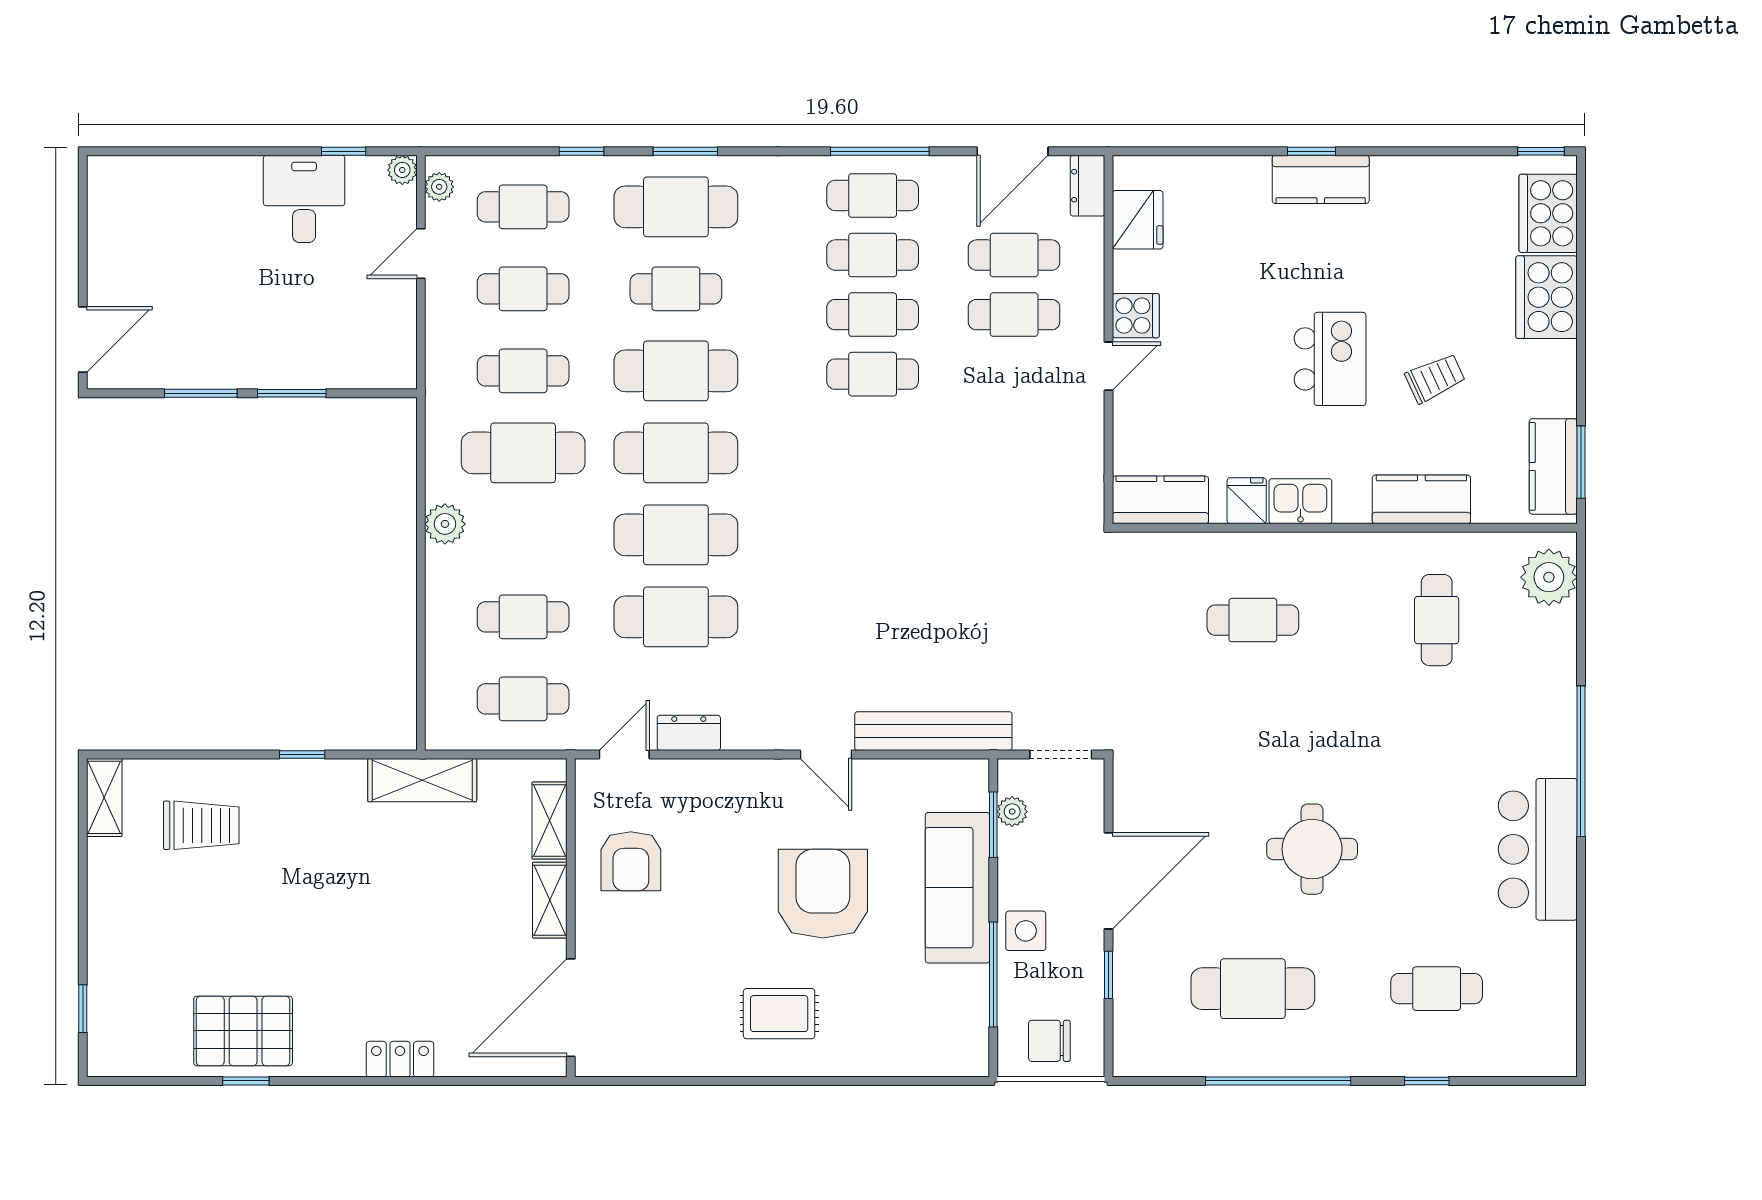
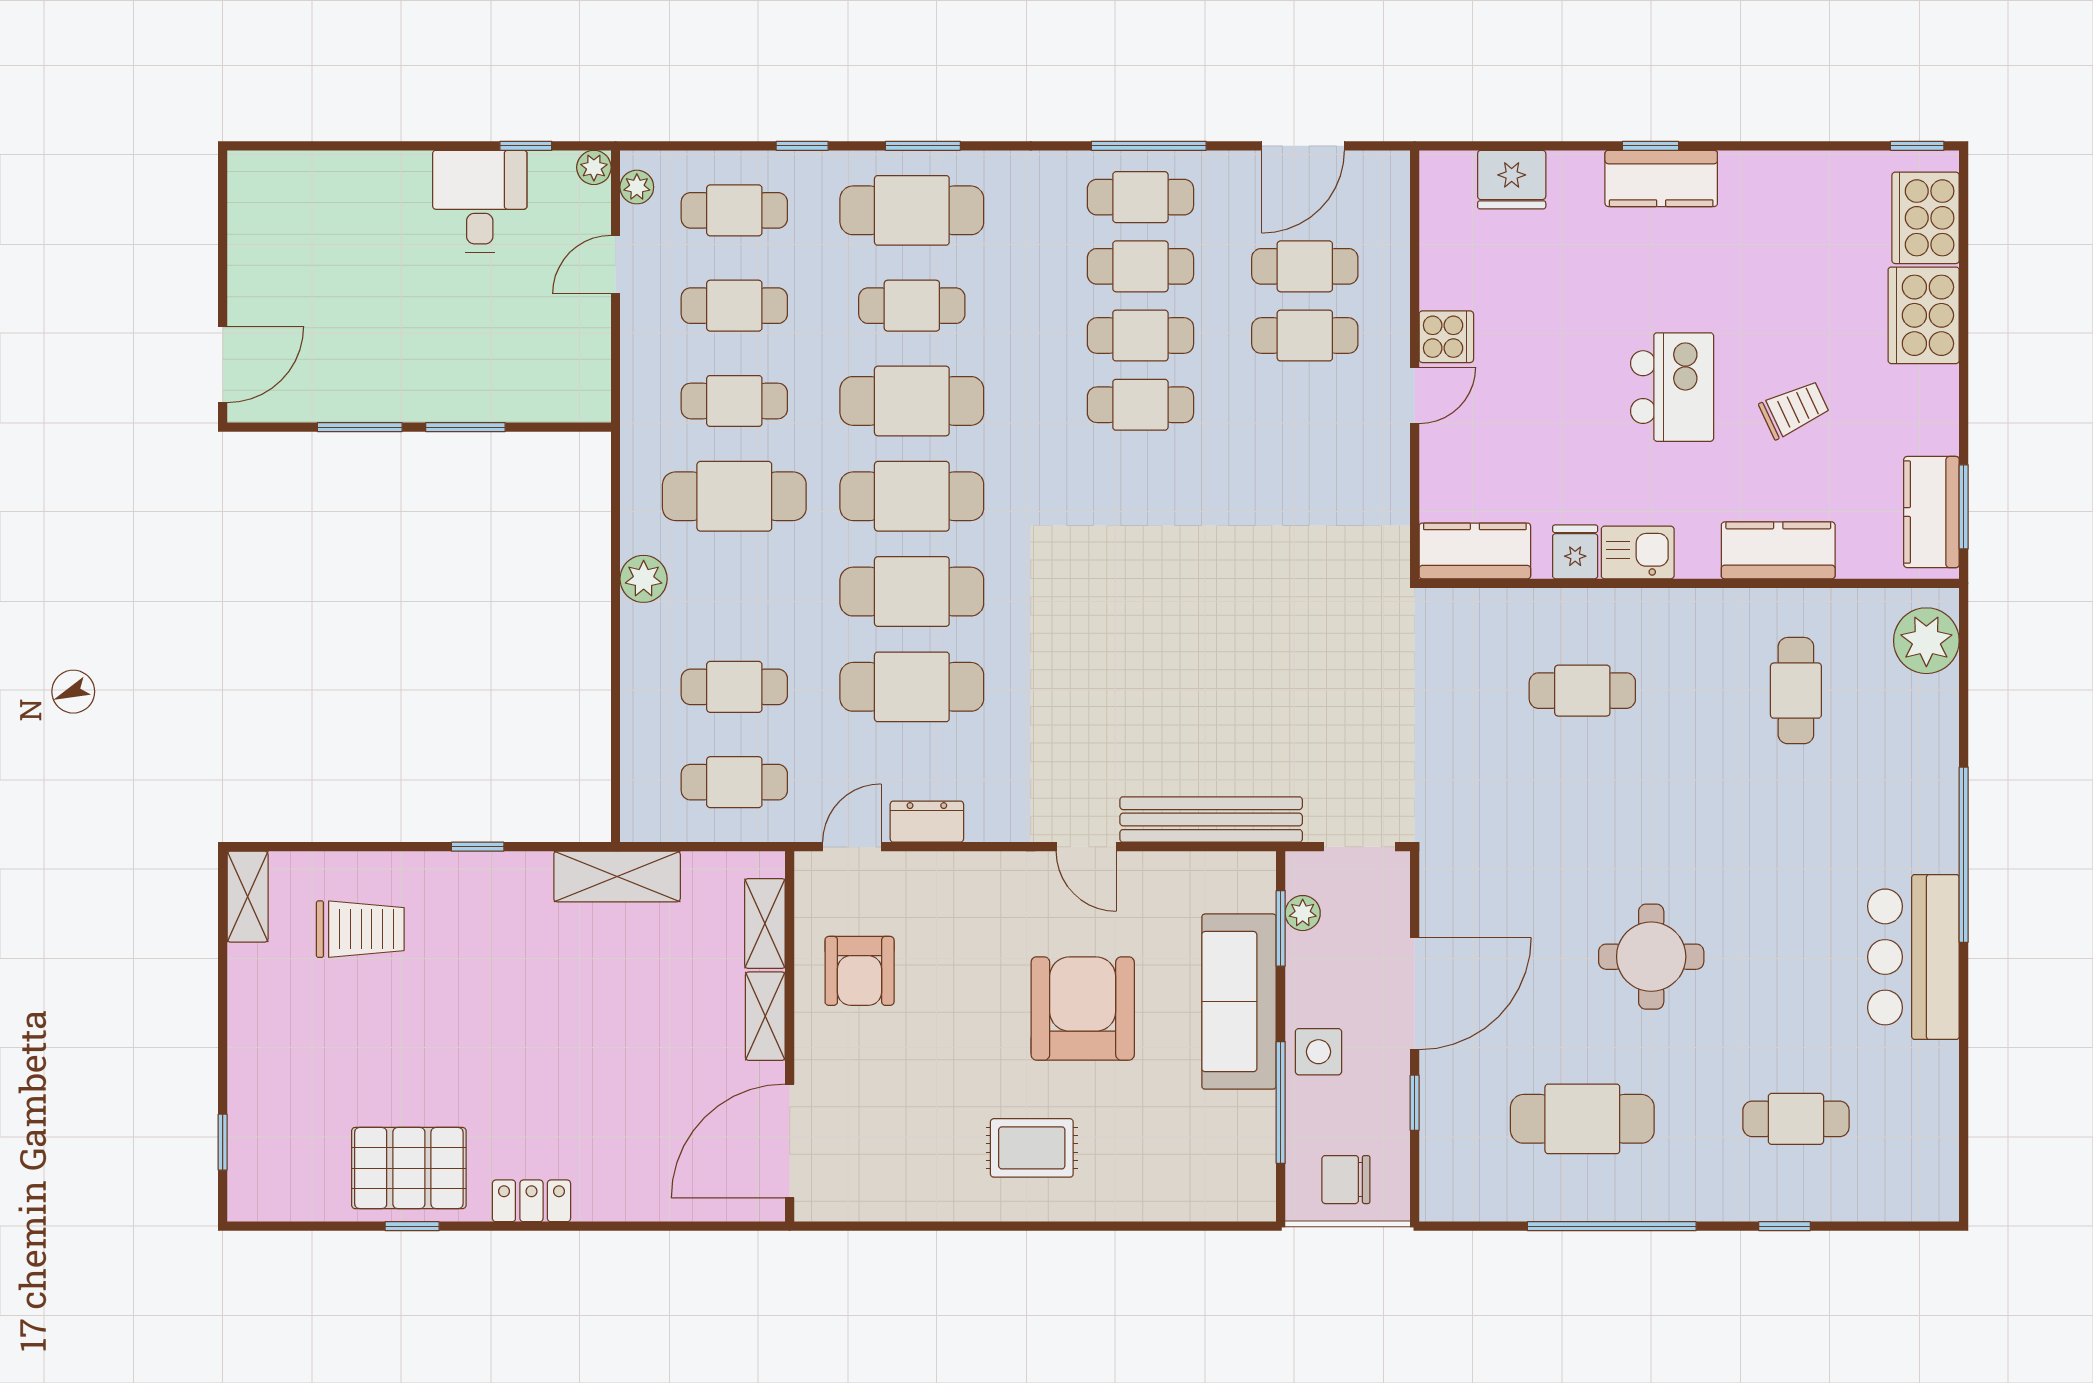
dresser: (1087, 186) -> (1390, 186), removed
fridge: (1138, 220) -> (1512, 180), moved, turned 90
locker: (400, 1059) -> (531, 1201), moved

